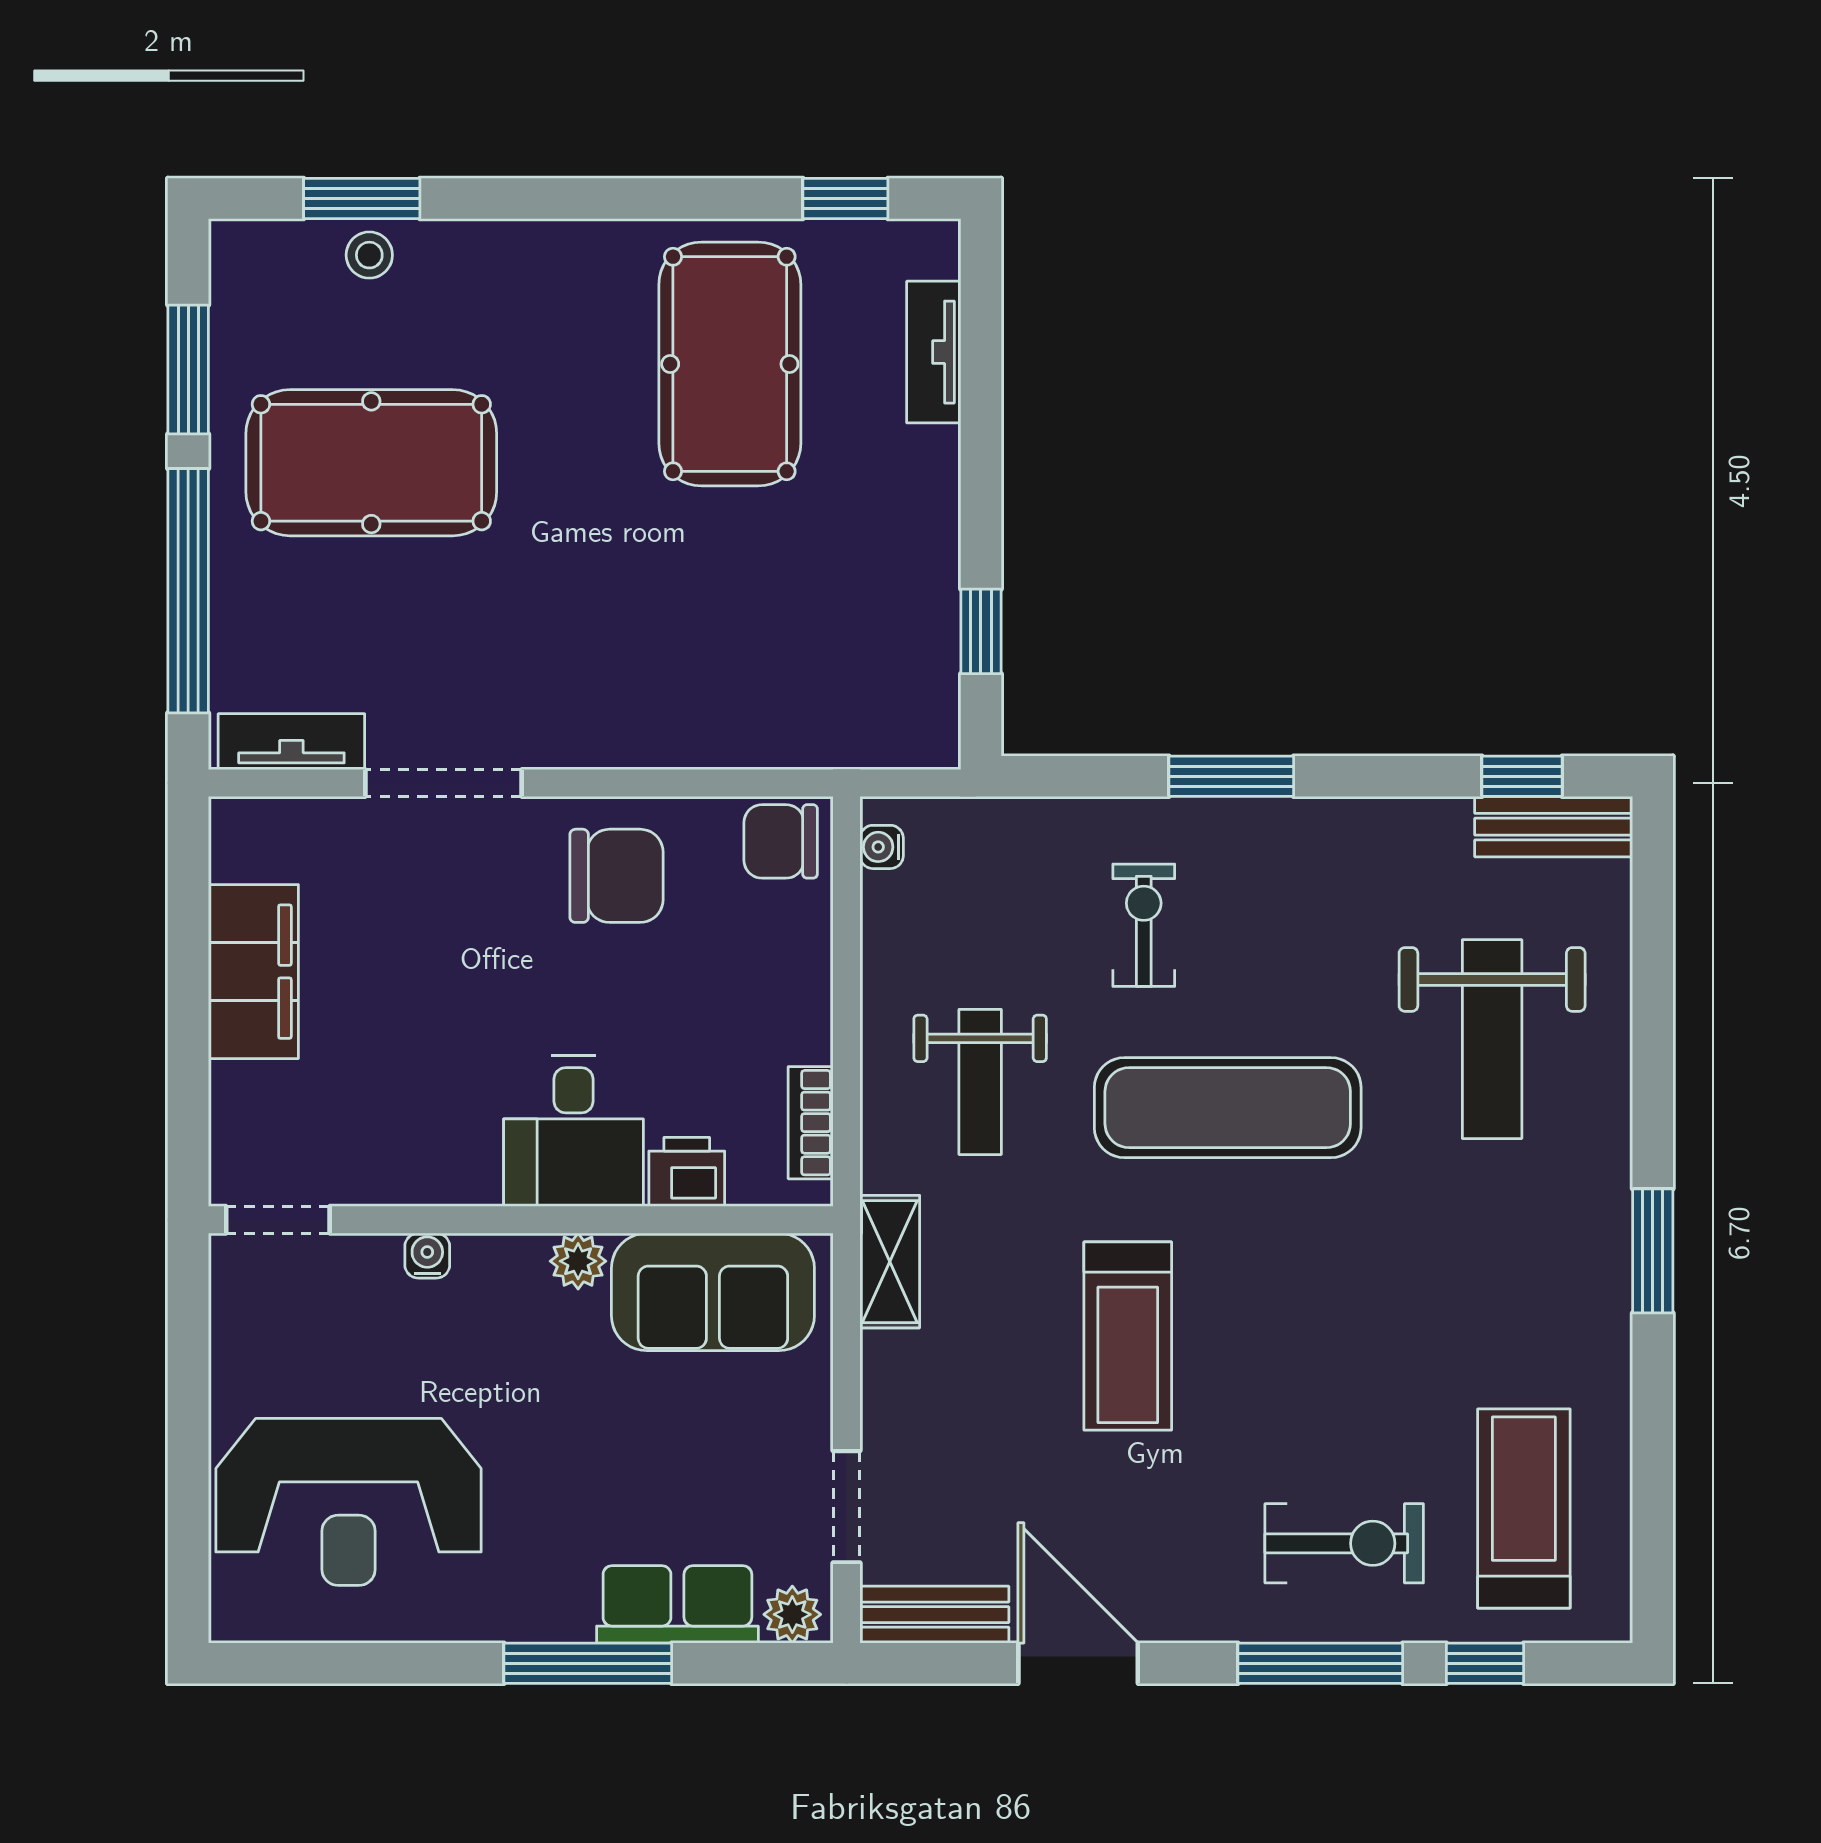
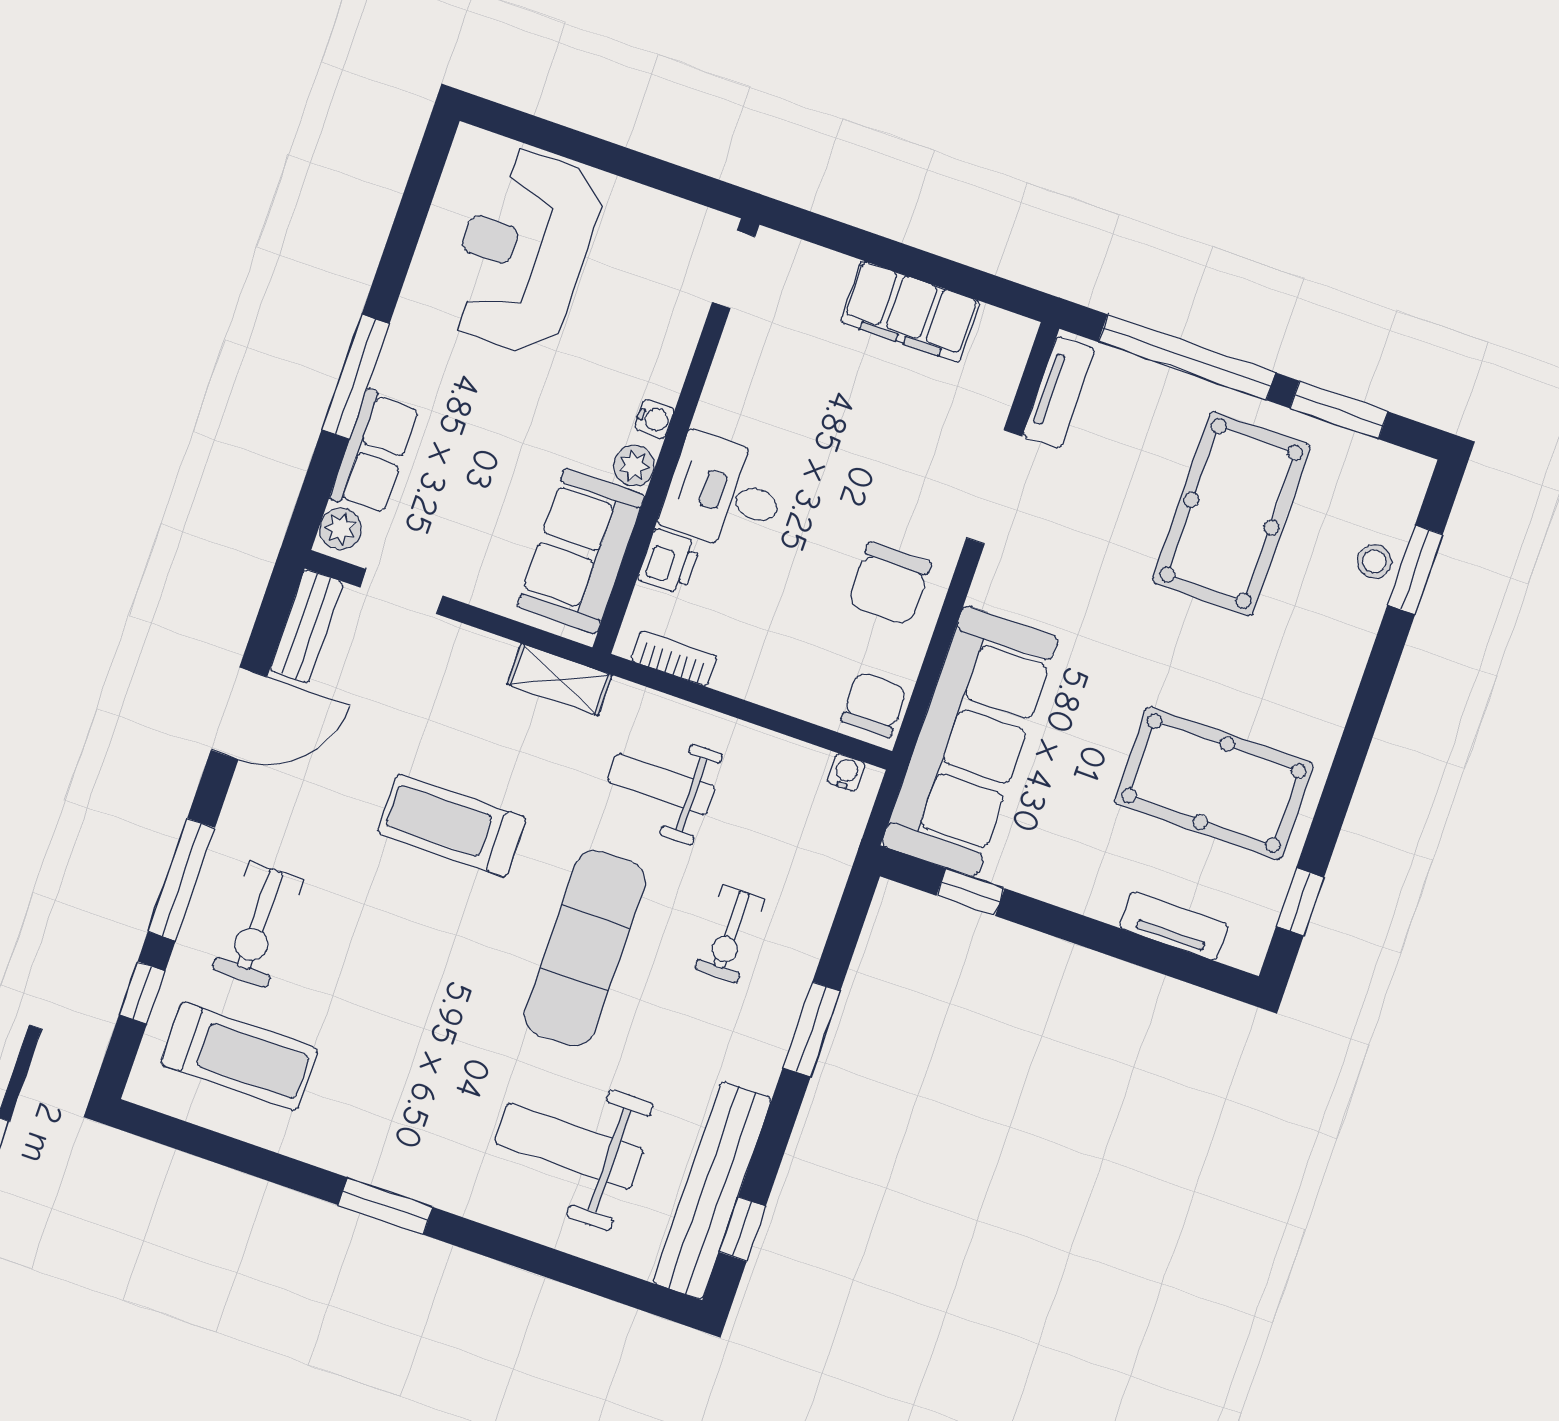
sofa: (785, 700) -> (970, 741), added
bench: (1554, 827) -> (712, 1191), width x1.86, depth x1.21
exercise bike: (1144, 925) -> (730, 934), turned 90
water cooler: (427, 1256) -> (654, 419), moved

